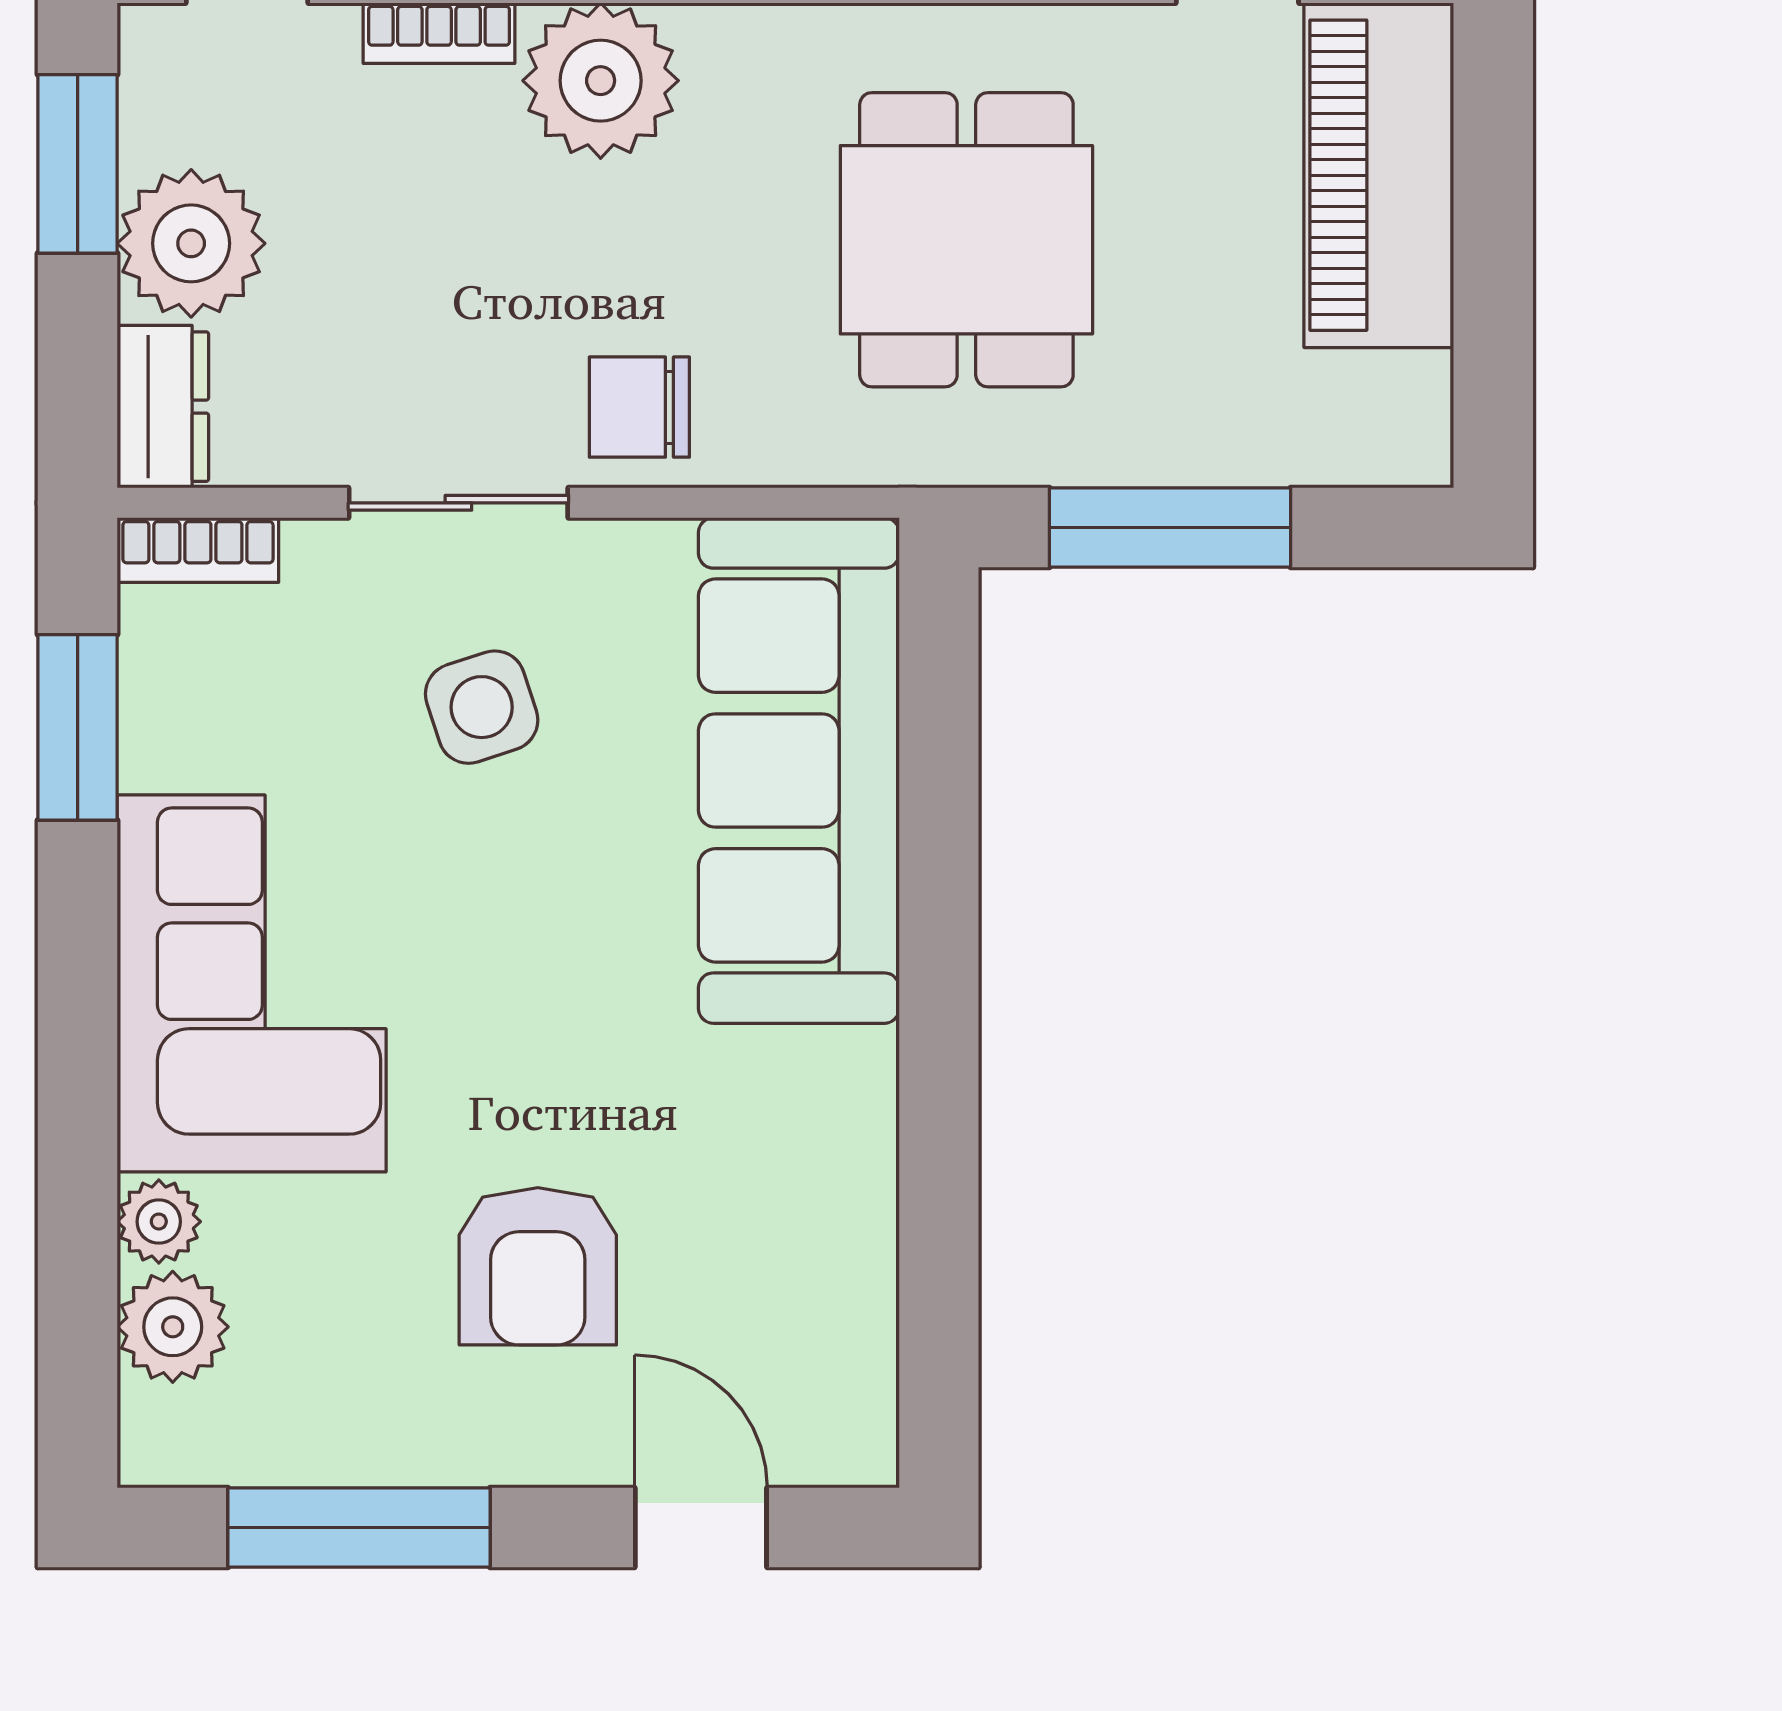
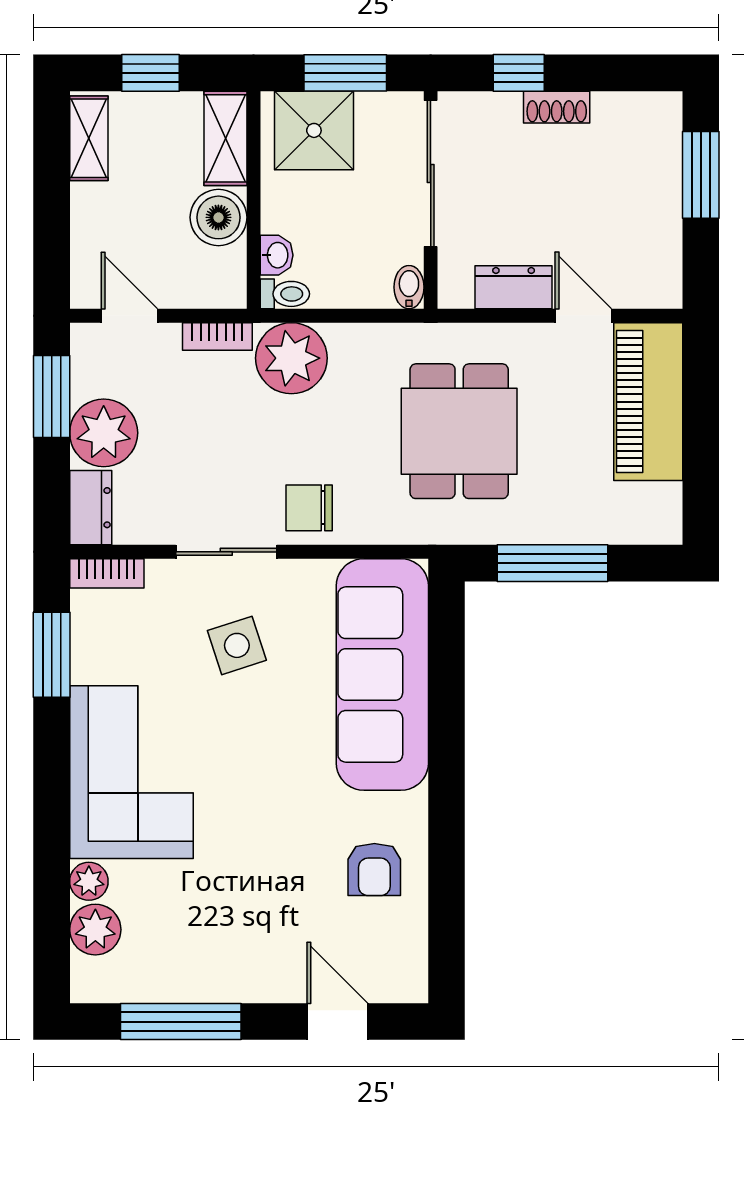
armchair: (538, 1266) -> (374, 870), moved, width x0.72, depth x0.72

